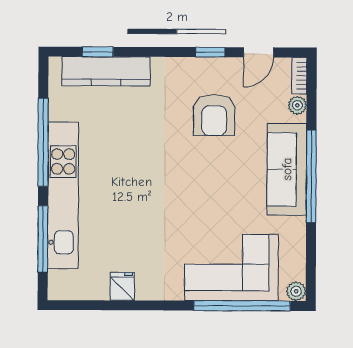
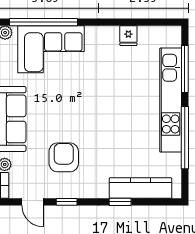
window: (98, 52) -> (120, 202), moved
door: (258, 52) -> (32, 202), swing flipped

